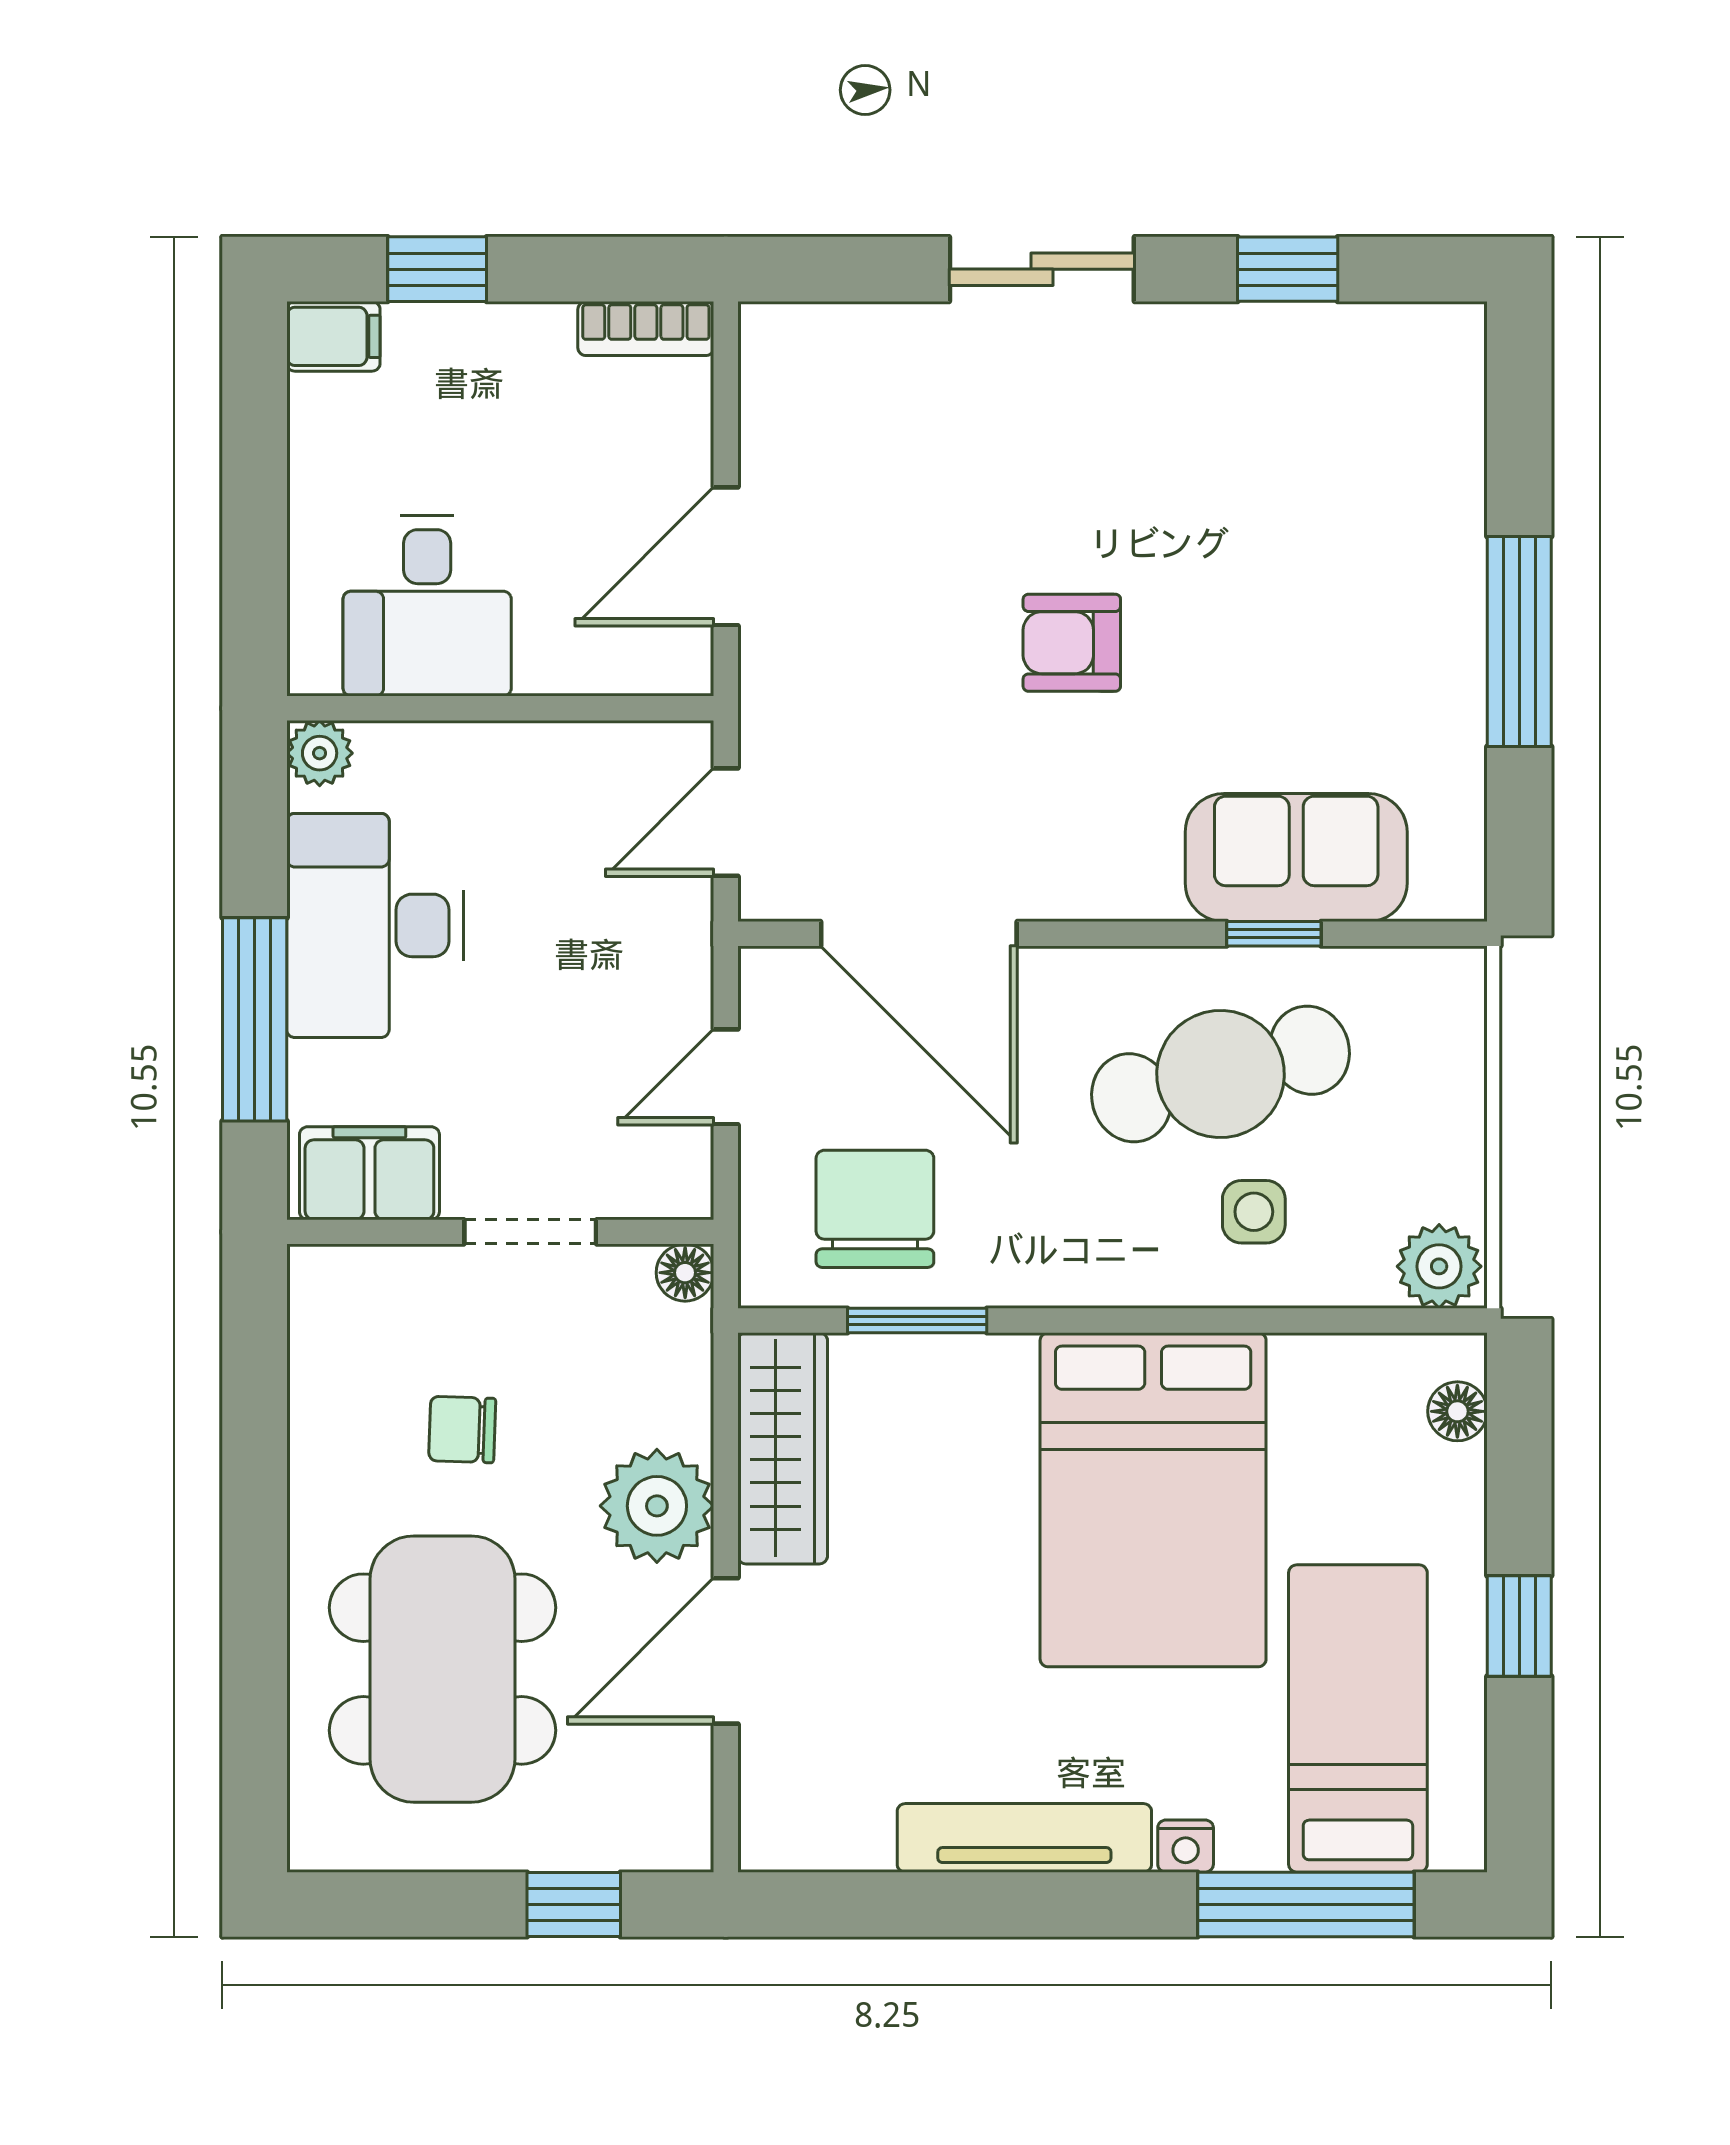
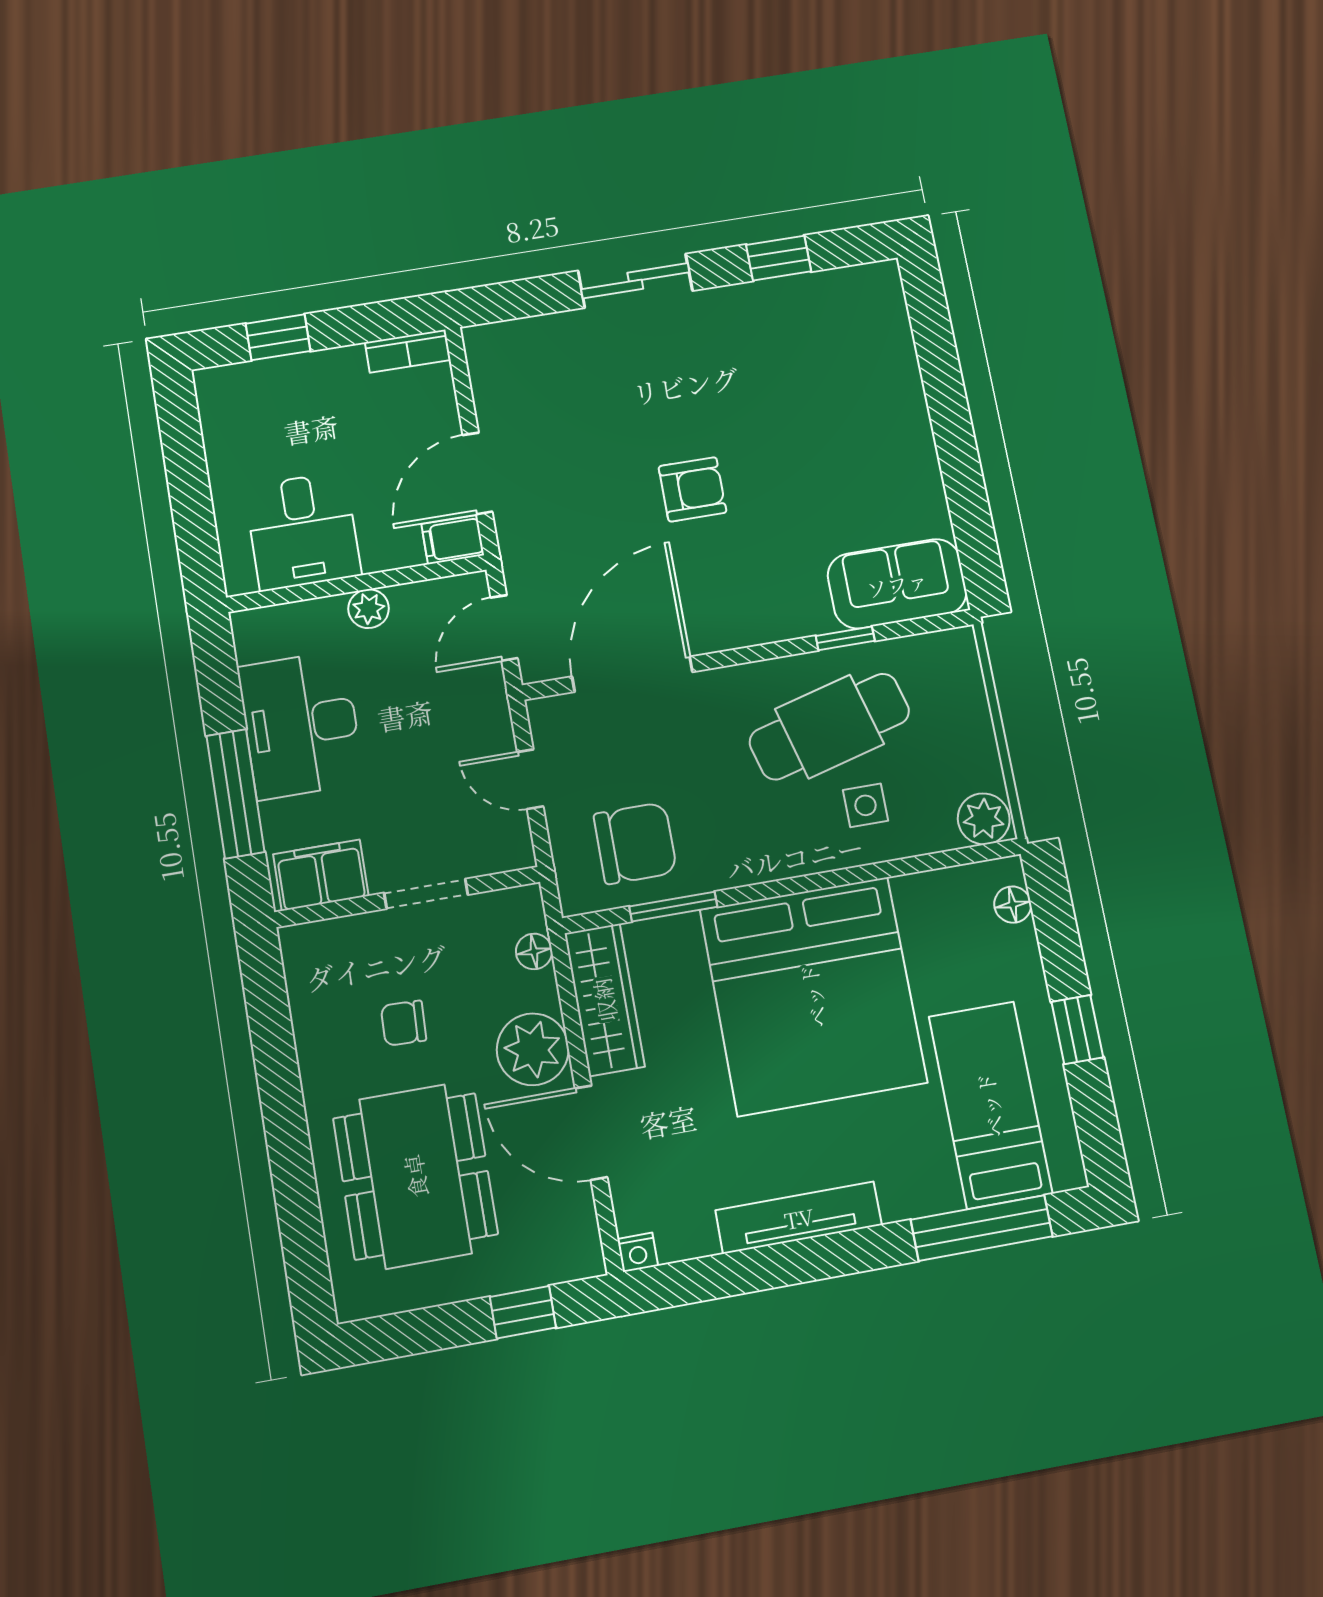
filing cabinet: (333, 336) -> (453, 540), moved, turned 180
window: (1519, 642) -> (956, 446), removed
armchair: (1072, 643) -> (692, 489), turned 180
plant: (320, 753) -> (369, 609), moved
sofa: (1296, 858) -> (897, 584), moved
door: (919, 934) -> (632, 674), swing flipped
door: (726, 1077) -> (530, 779), hinge flipped
chair: (875, 1209) -> (635, 843), turned 90
floor lamp: (685, 1273) -> (534, 951), moved
bed: (1153, 1500) -> (813, 996), width x1.36
door: (726, 1651) -> (591, 1133), hinge flipped
nightstand: (1186, 1846) -> (638, 1252), moved

